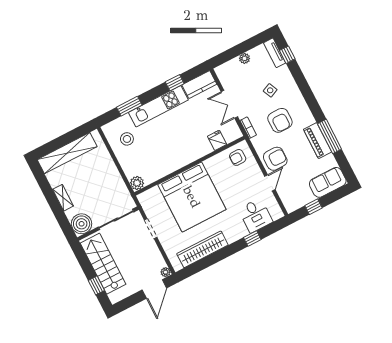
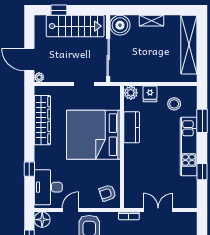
kitchen counter: (199, 85) -> (132, 127), moved, turned 180
fridge: (217, 140) -> (150, 94), moved, turned 90
armchair: (238, 157) -> (107, 193), turned -108
door: (270, 183) -> (70, 210), swing flipped
floor lamp: (292, 204) -> (42, 220), added
desk: (255, 215) -> (48, 187), width x1.37

